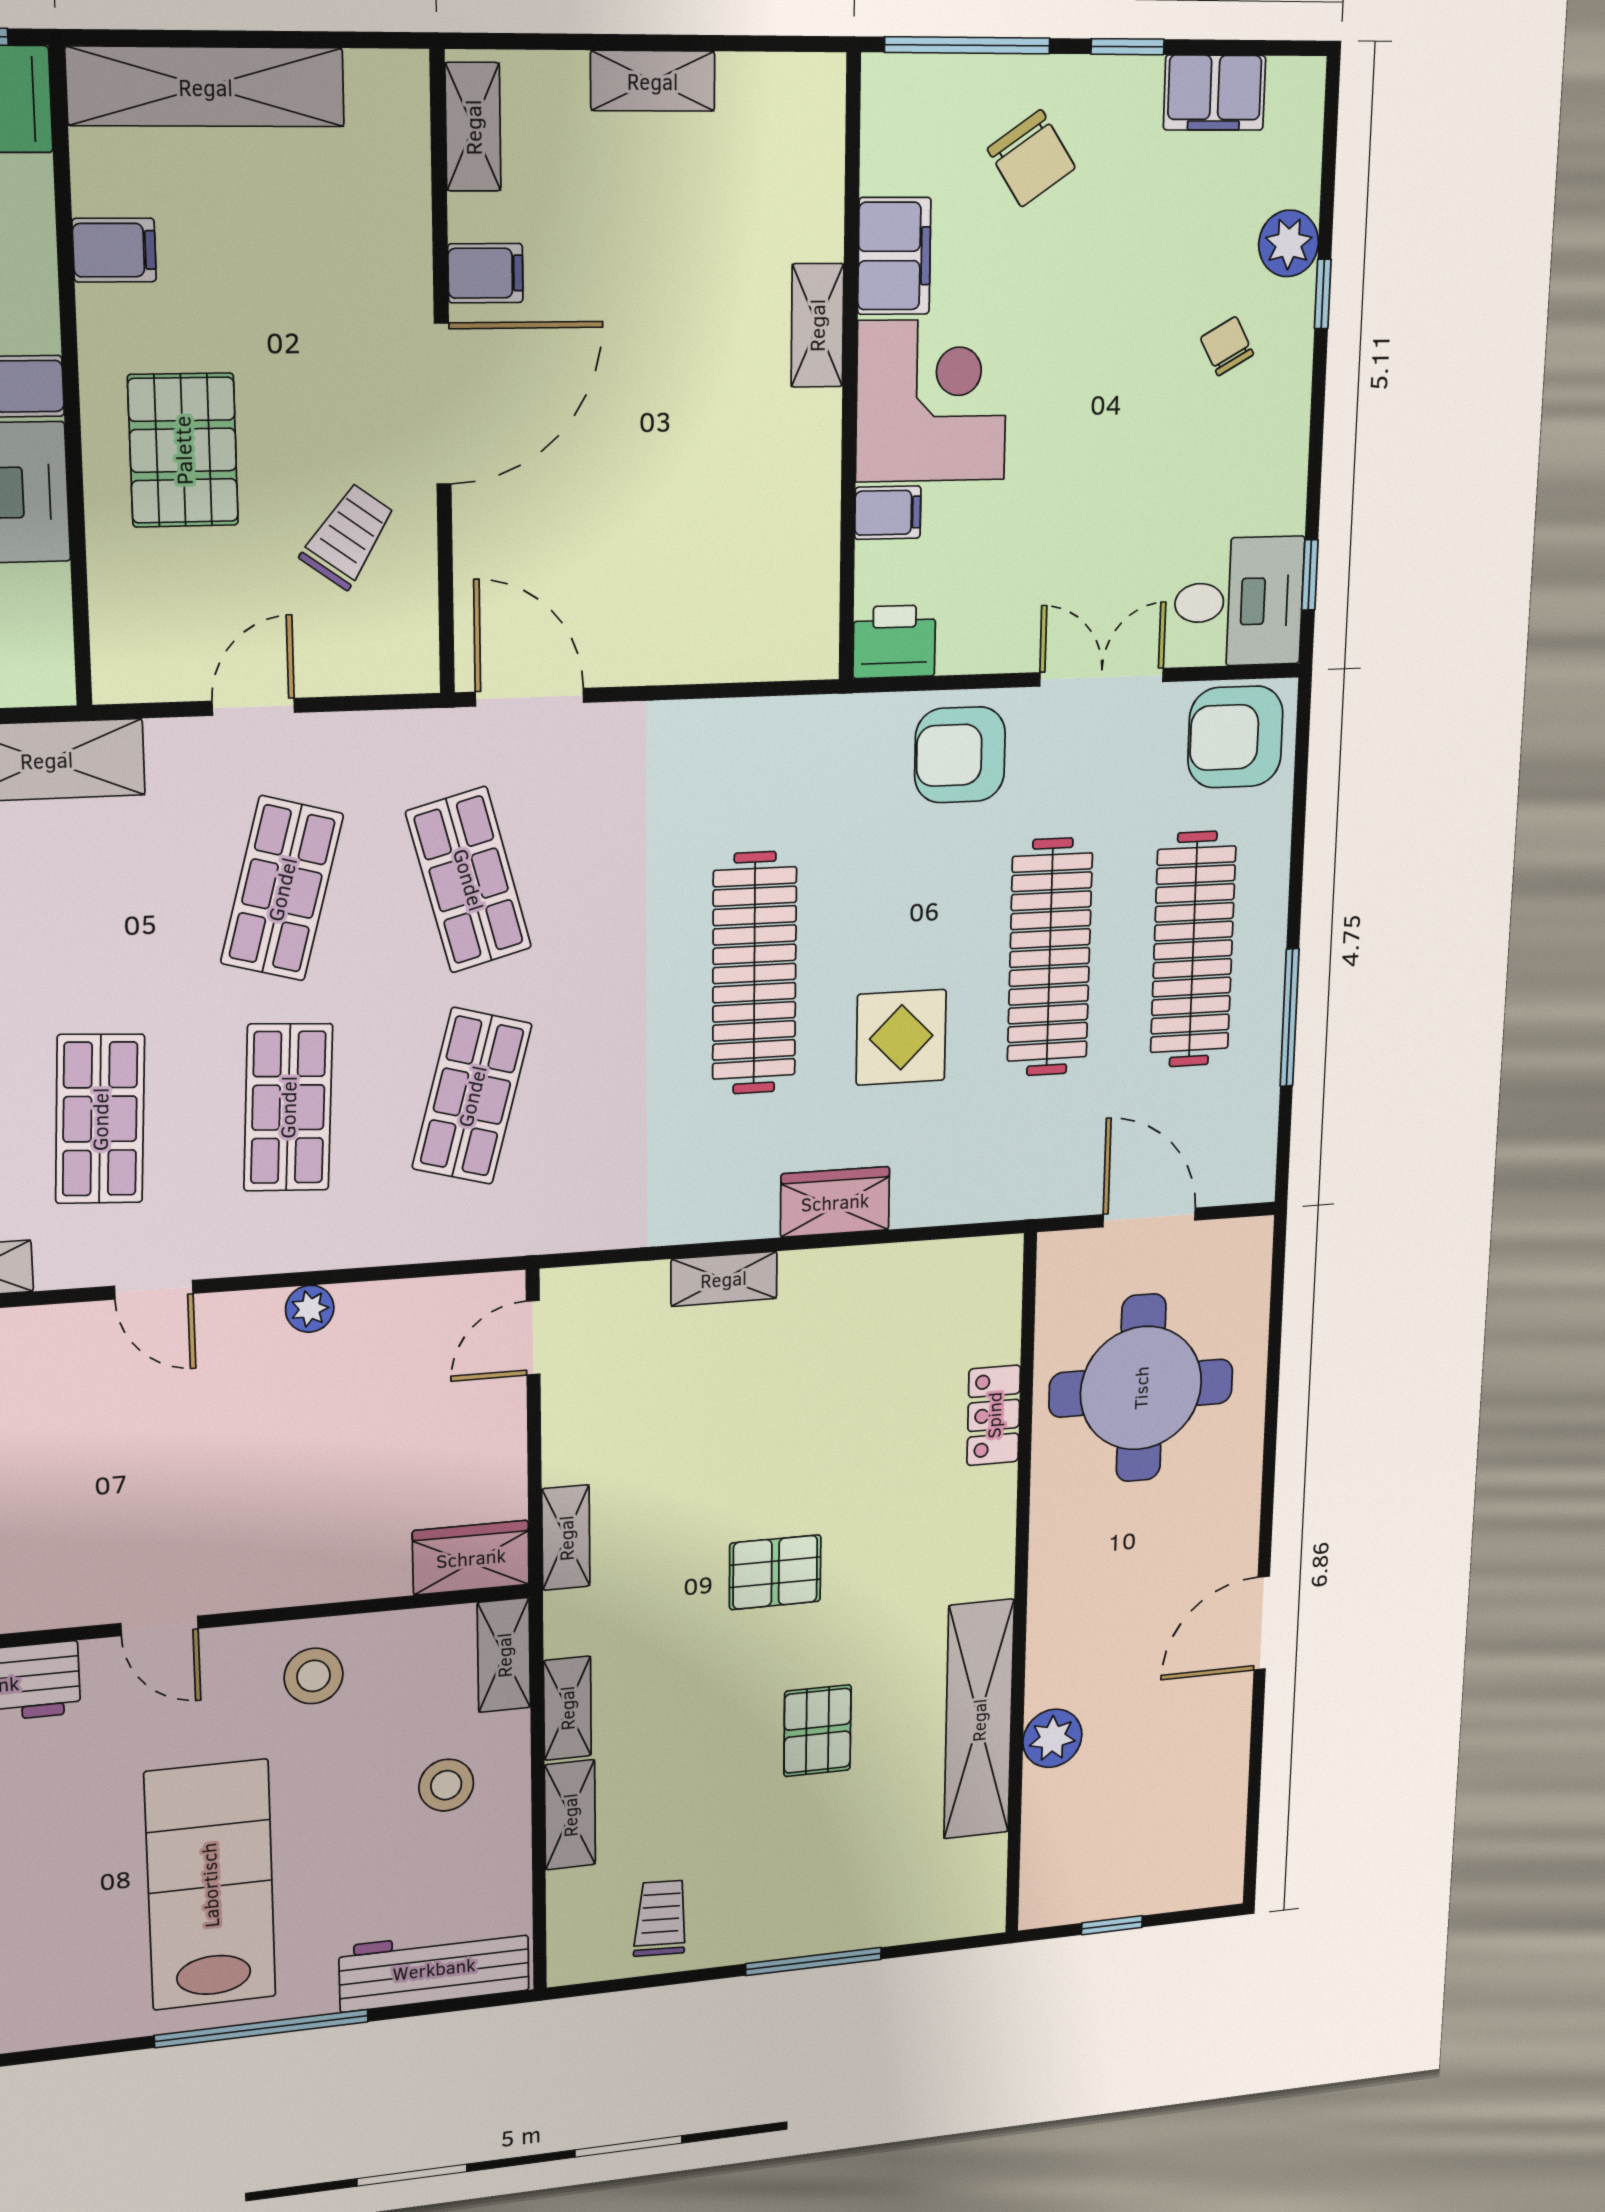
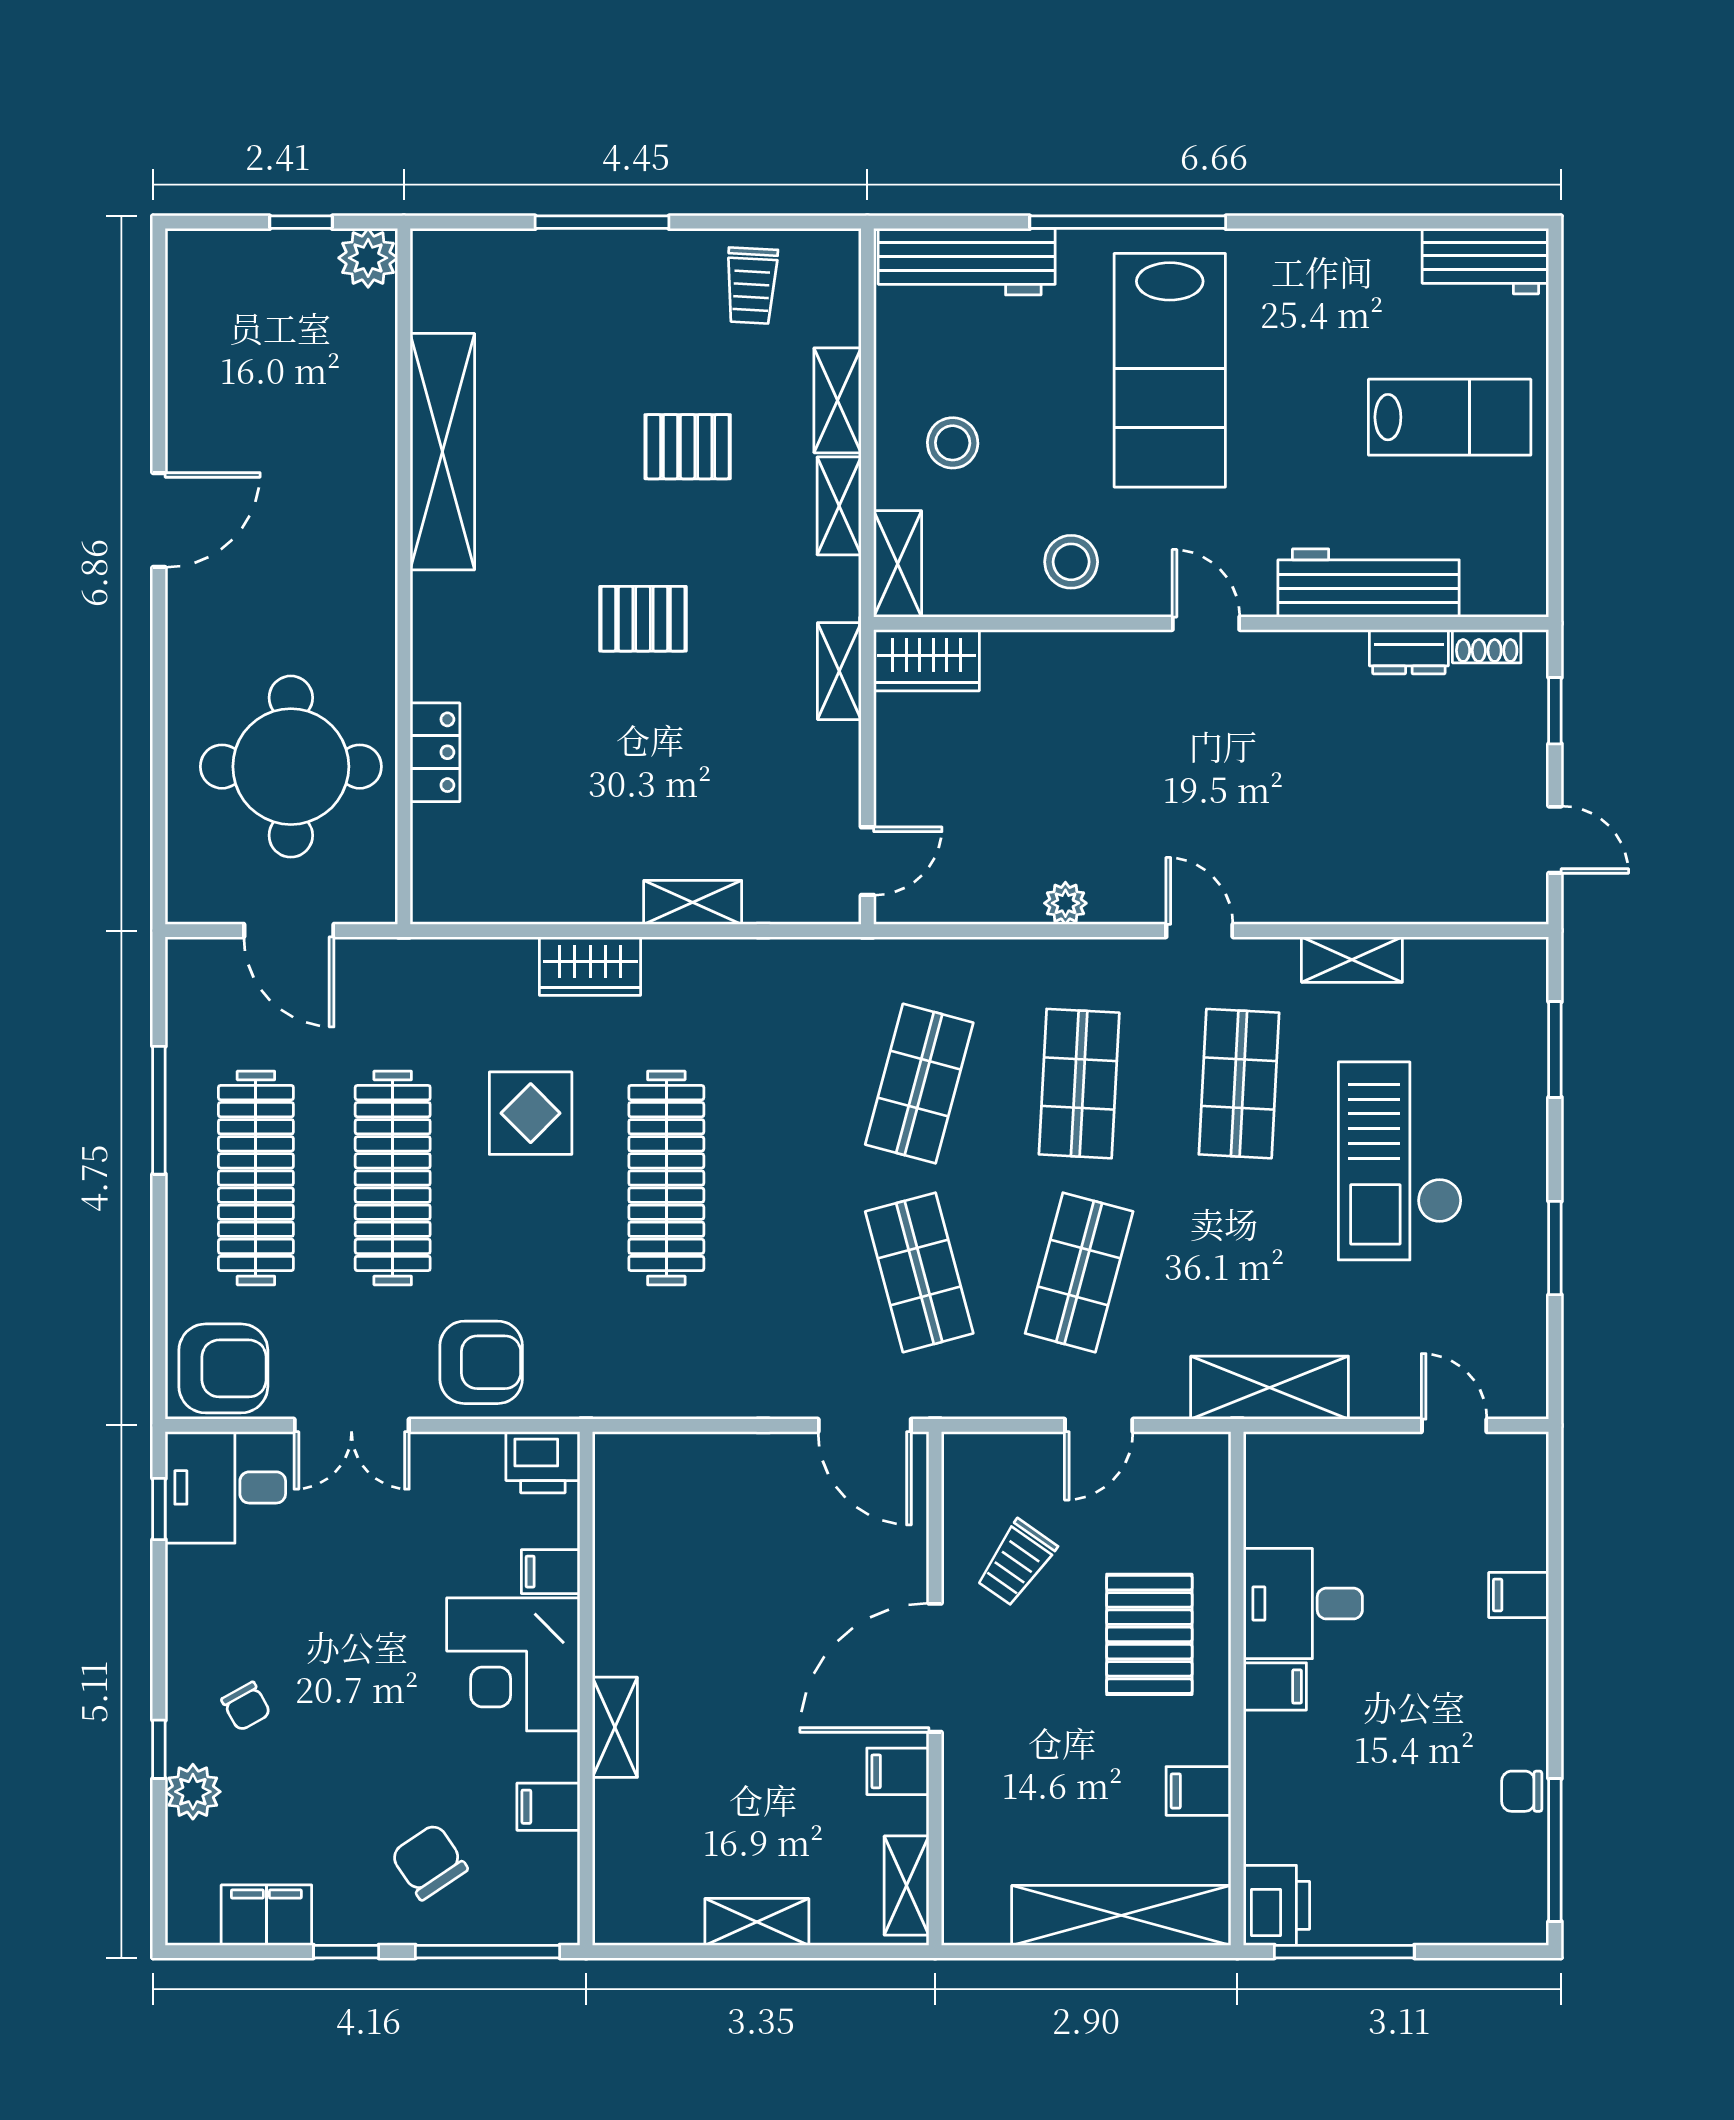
filing cabinet: (894, 256) -> (548, 1807), width x0.50
pallet: (817, 1731) -> (688, 447), moved, turned 90
plant: (1052, 1738) -> (368, 258), moved

